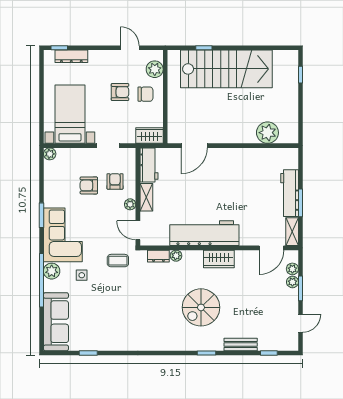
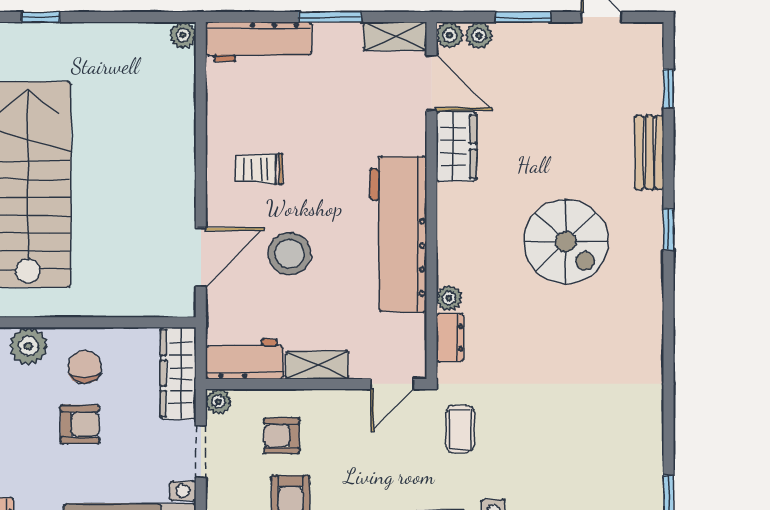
armchair: (120, 92) -> (80, 424), turned 90
plant: (267, 133) -> (183, 35), moved, width x0.53, depth x0.53
wardrobe: (149, 136) -> (178, 373), width x1.50
door: (194, 146) -> (201, 257), hinge flipped
trolley: (233, 171) -> (259, 169), added
stool: (196, 185) -> (289, 254), added
workbench: (290, 193) -> (259, 42), moved
plant: (130, 204) -> (218, 402), moved
wardrobe: (219, 259) -> (456, 147), moved
plant: (292, 282) -> (450, 35), moved

